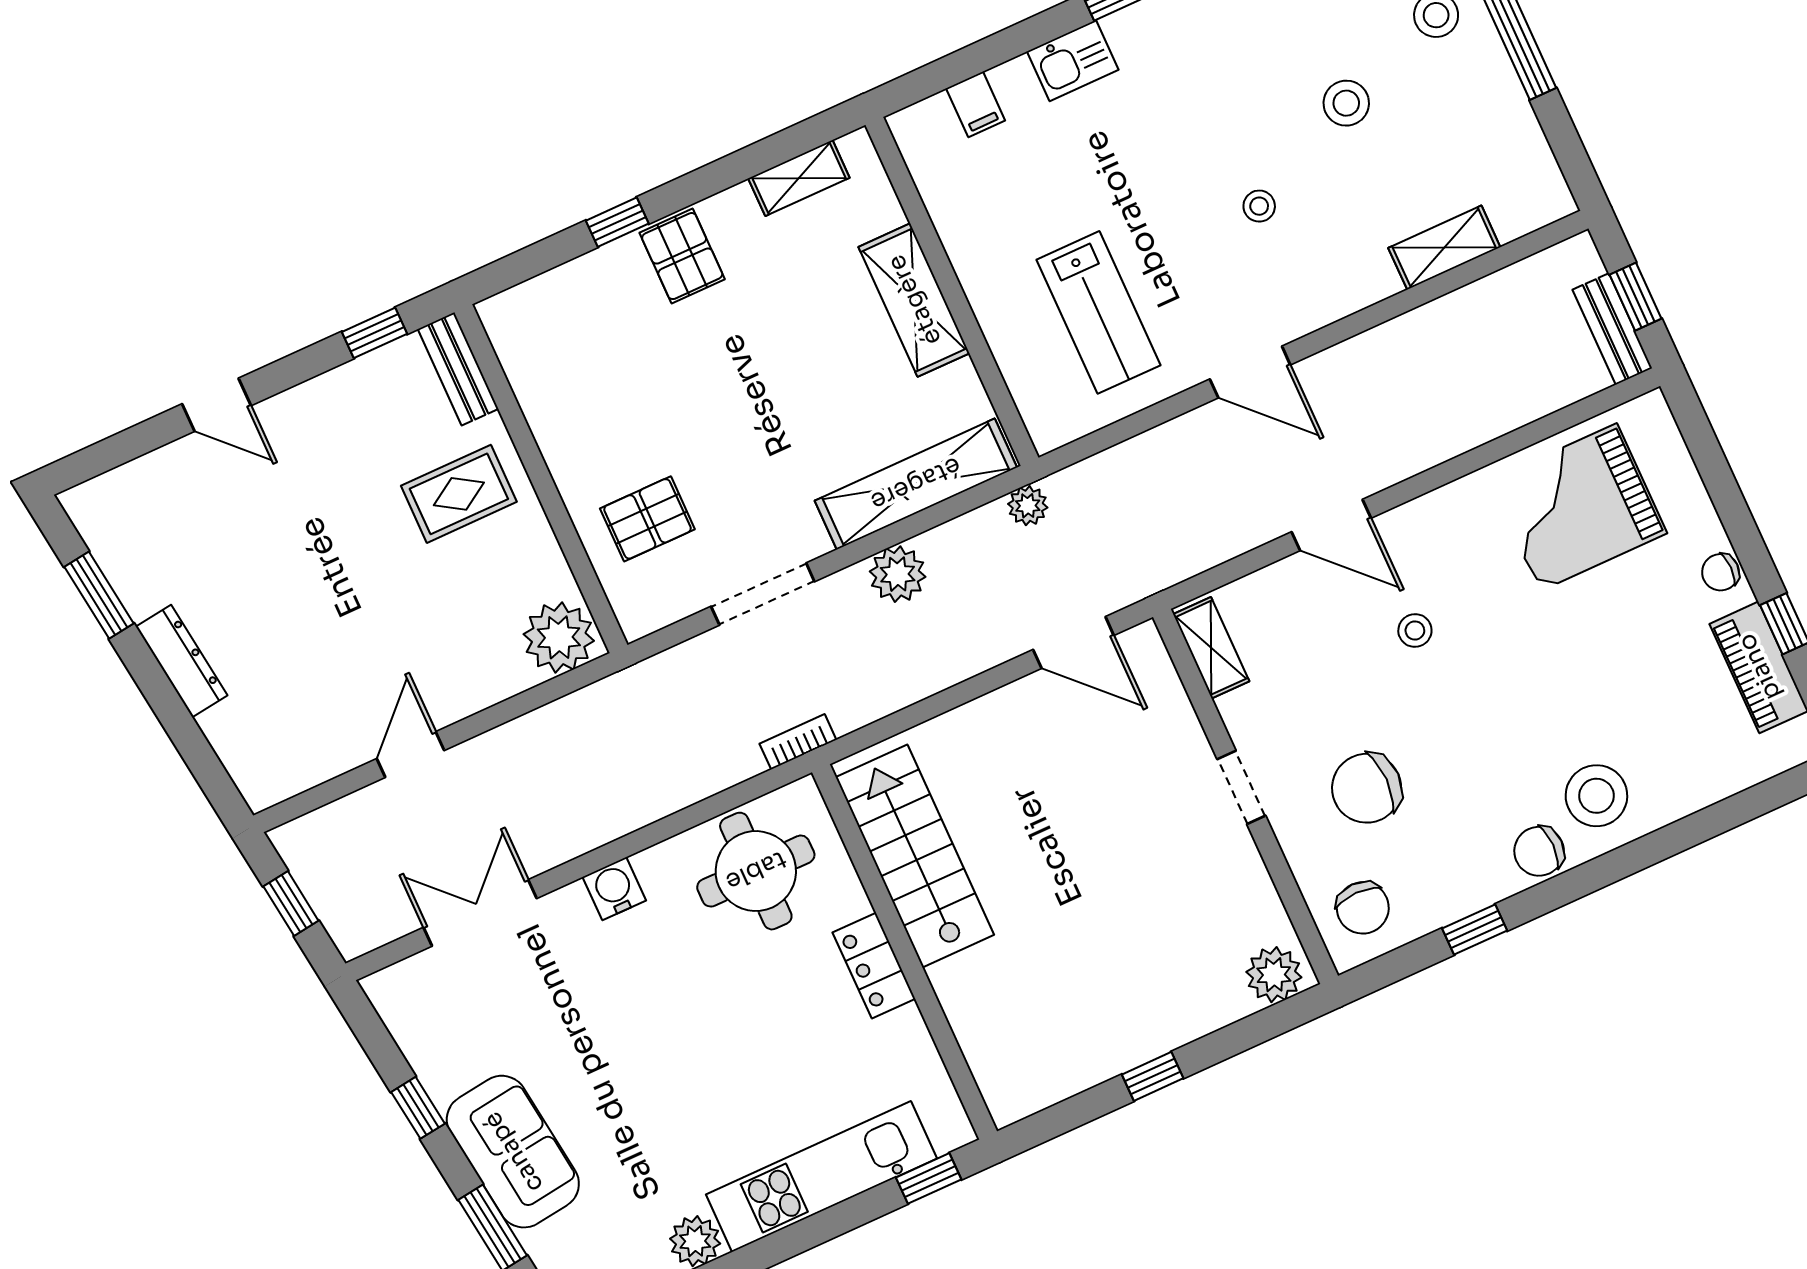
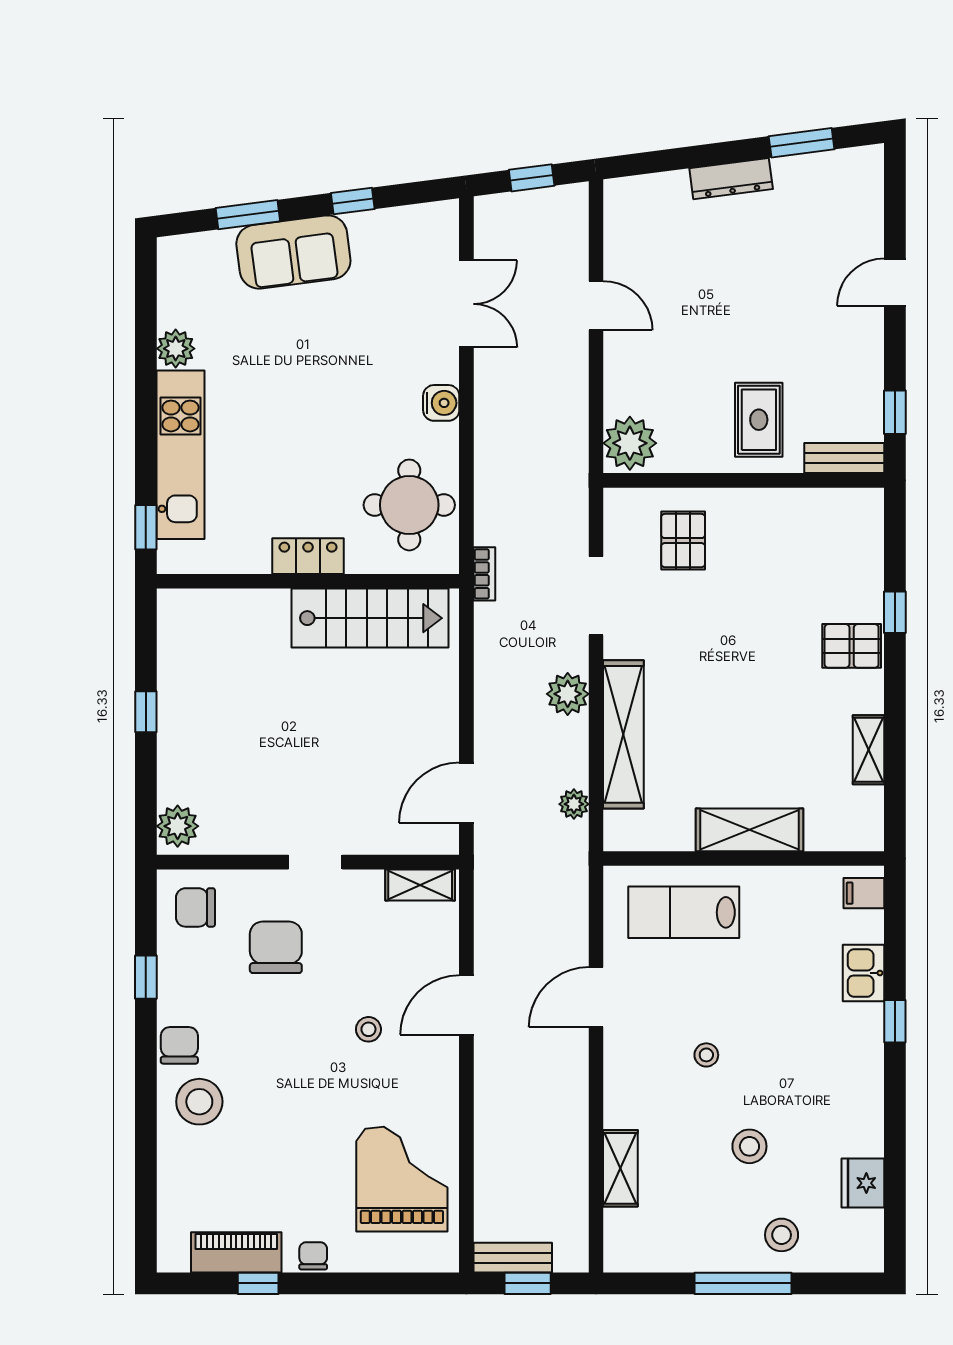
wall: (952, 291) -> (744, 859), moved
shelving: (914, 300) -> (750, 830), moved

